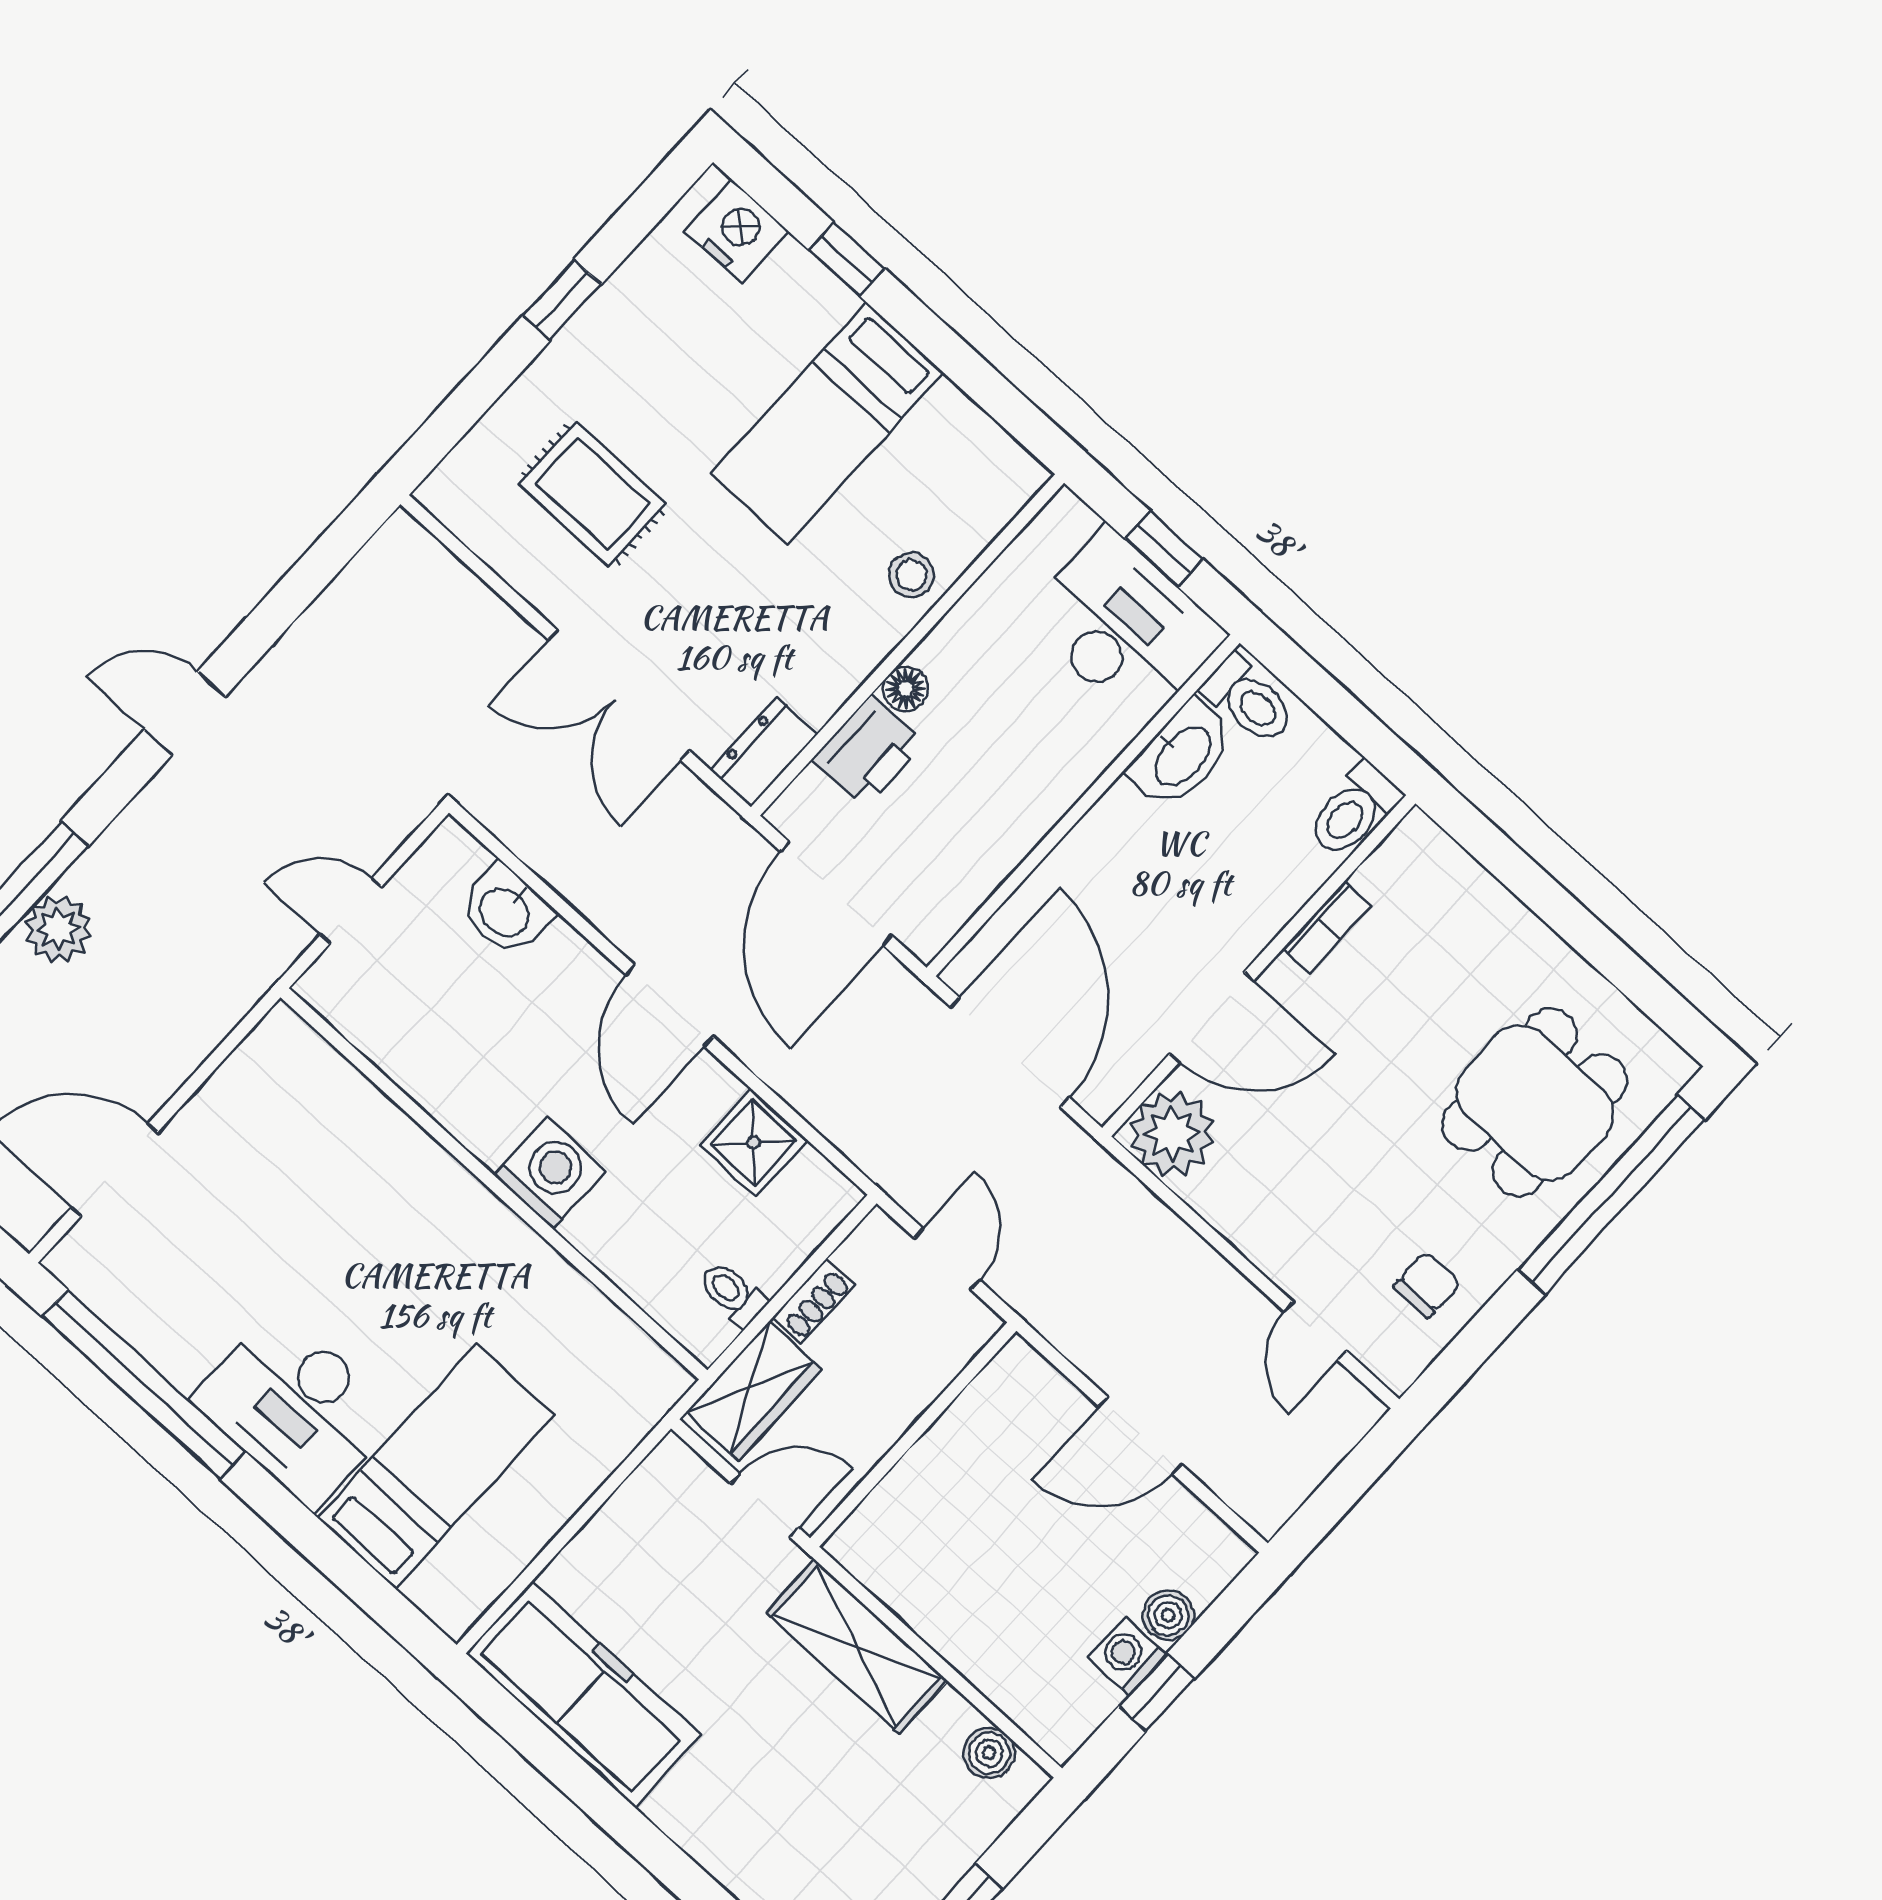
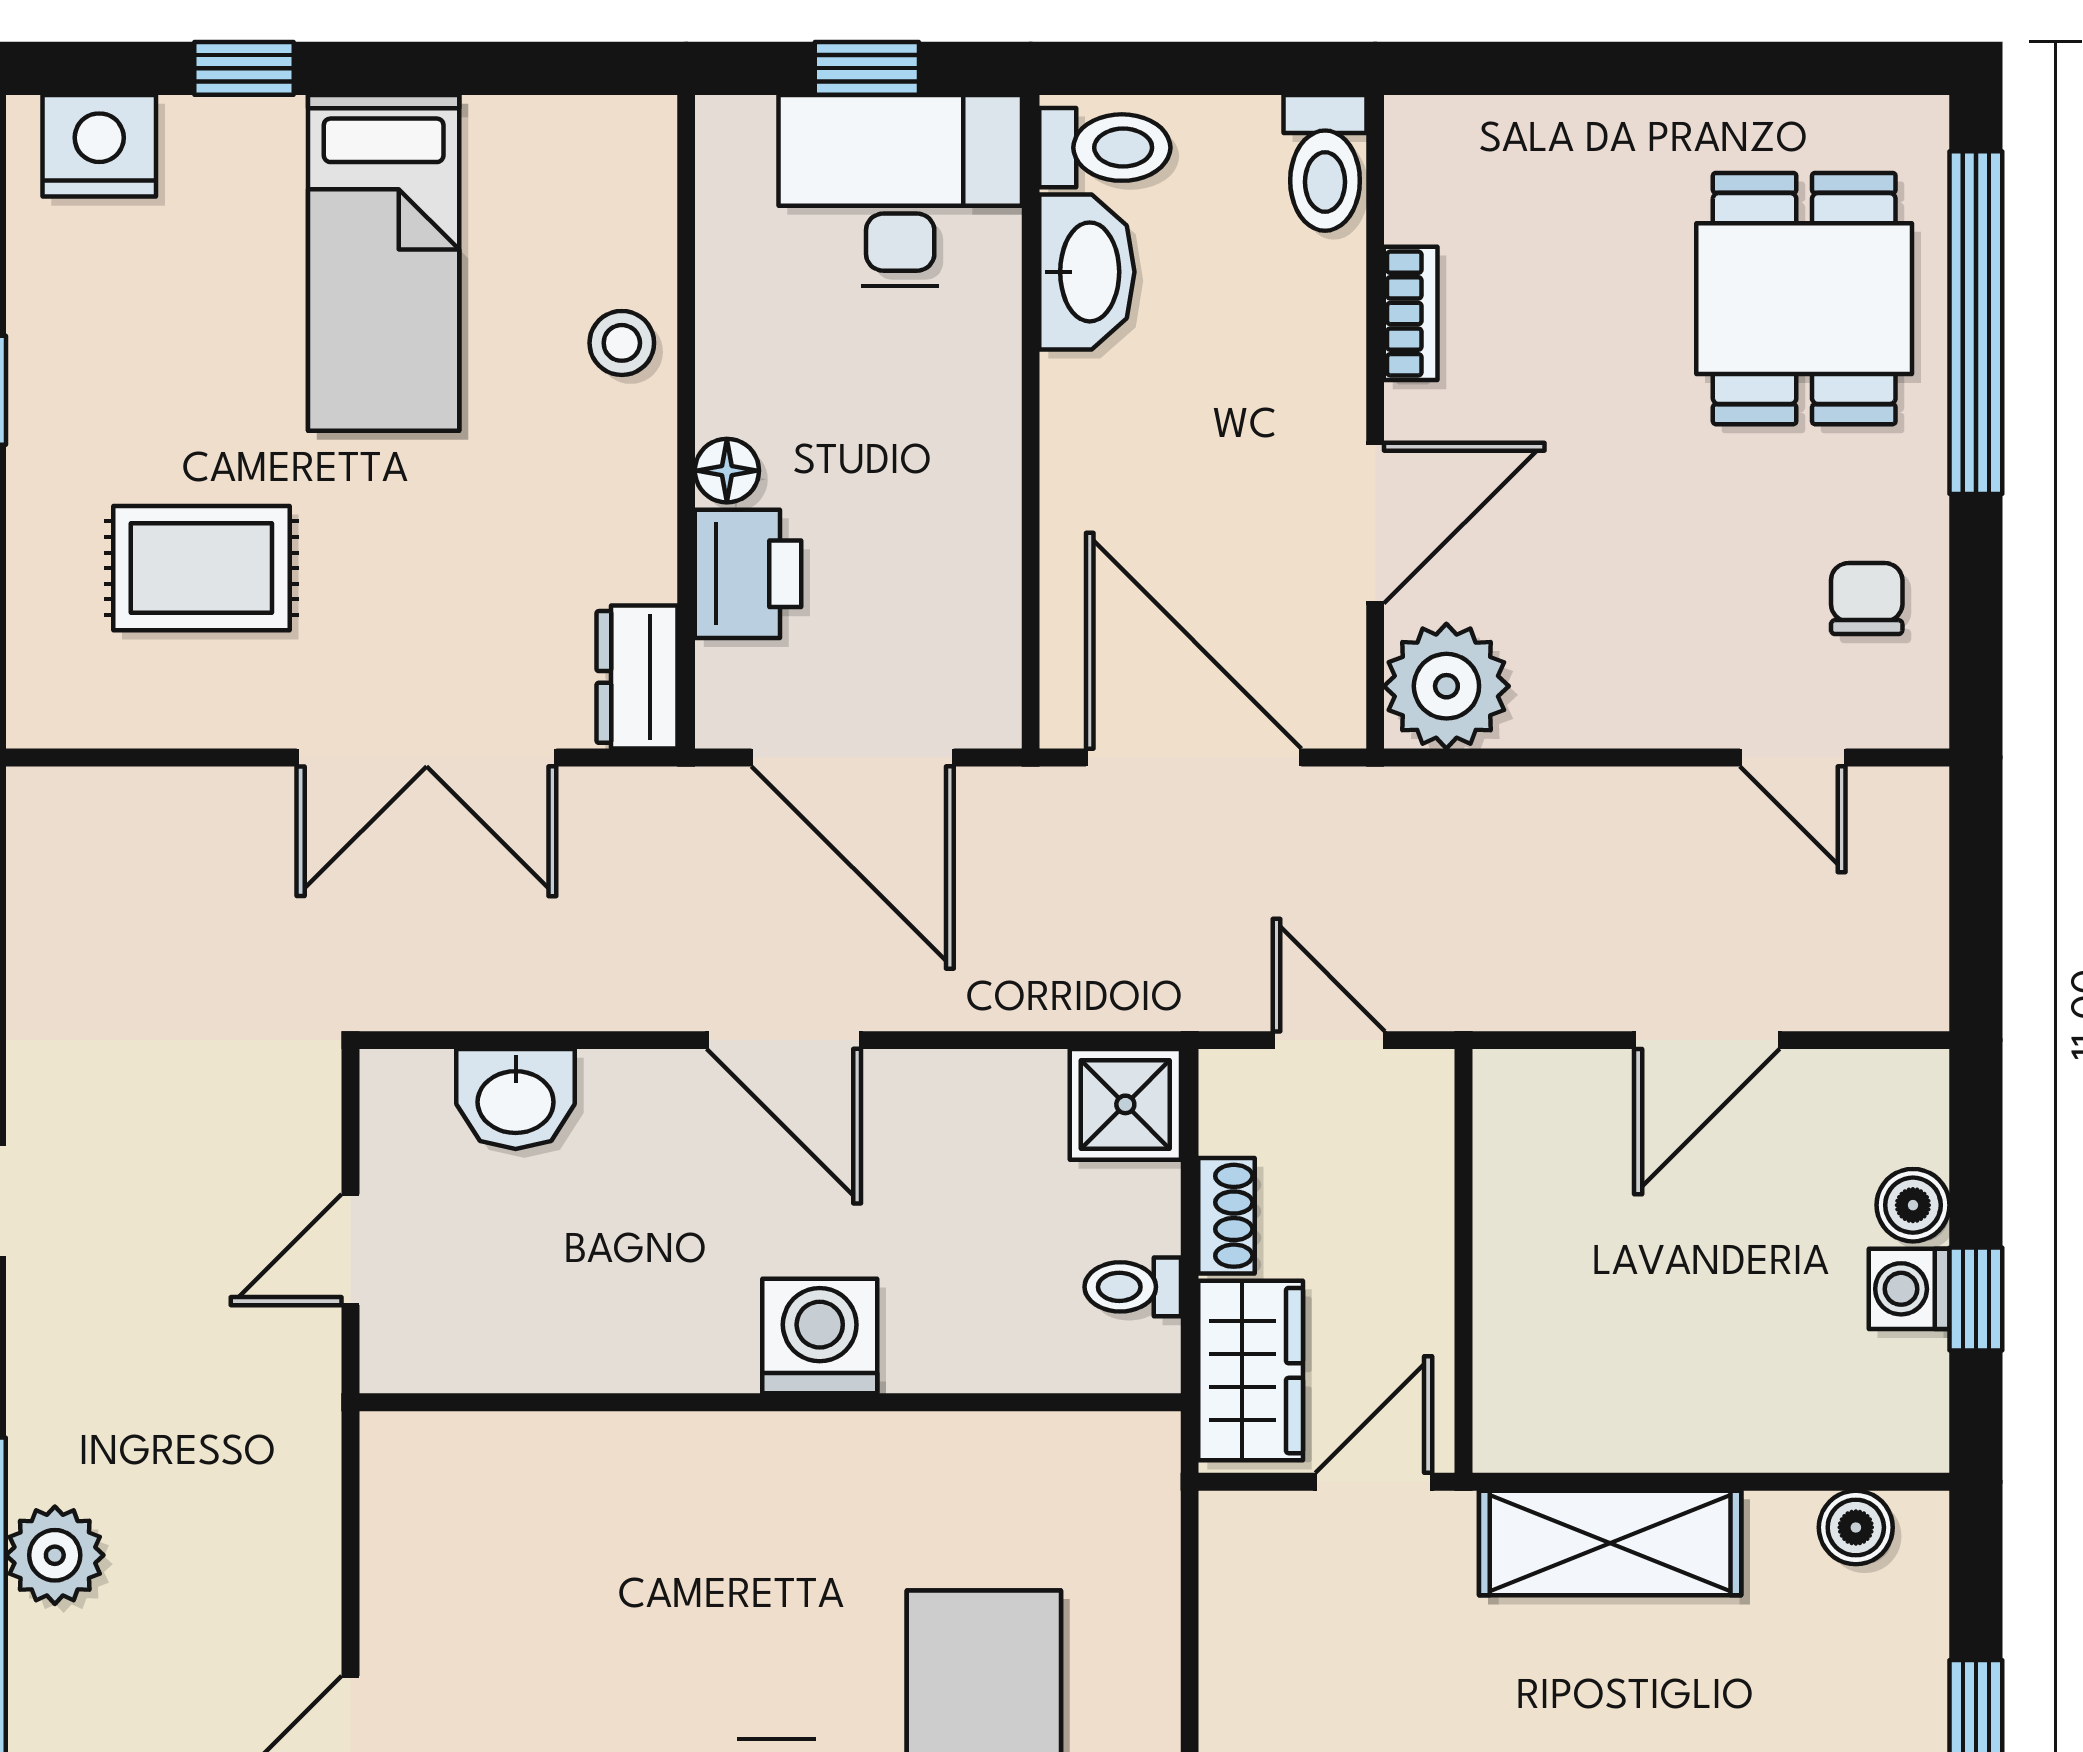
shower: (753, 1142) -> (1125, 1104), moved

